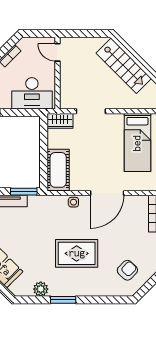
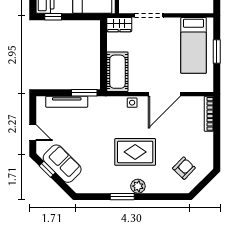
plant: (41, 289) -> (138, 186), moved

